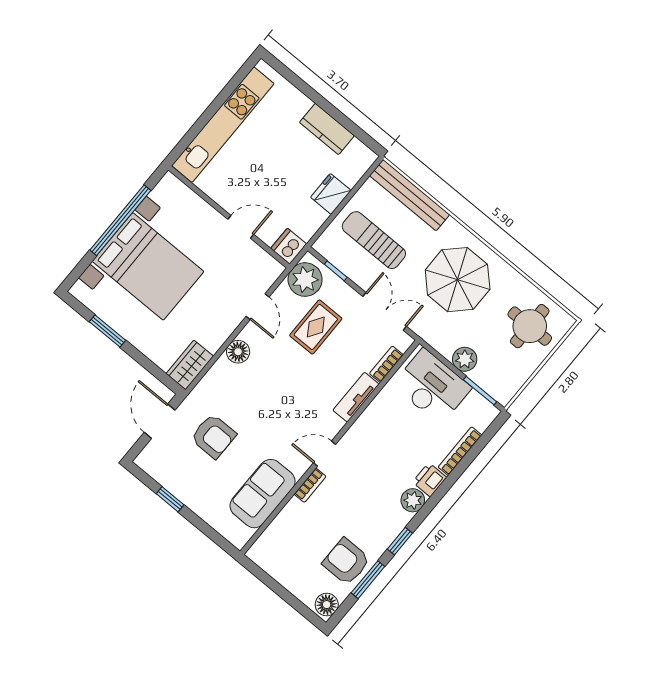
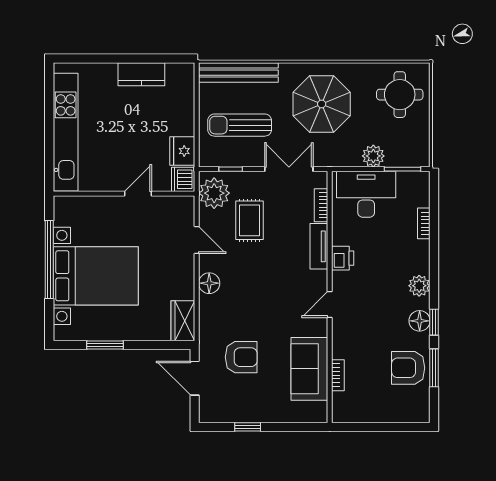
fridge: (331, 194) -> (182, 151), moved
bookcase: (460, 451) -> (424, 223), width x0.64
printer: (430, 480) -> (343, 258), moved, turned 180
bookcase: (310, 485) -> (338, 375), moved
floor lamp: (327, 605) -> (420, 321), moved

